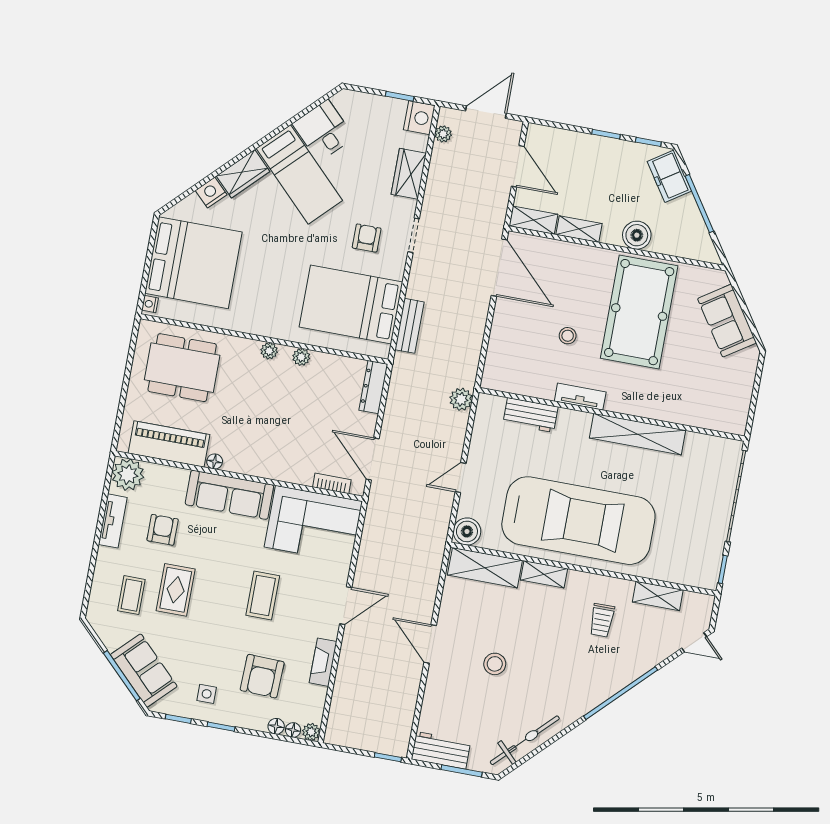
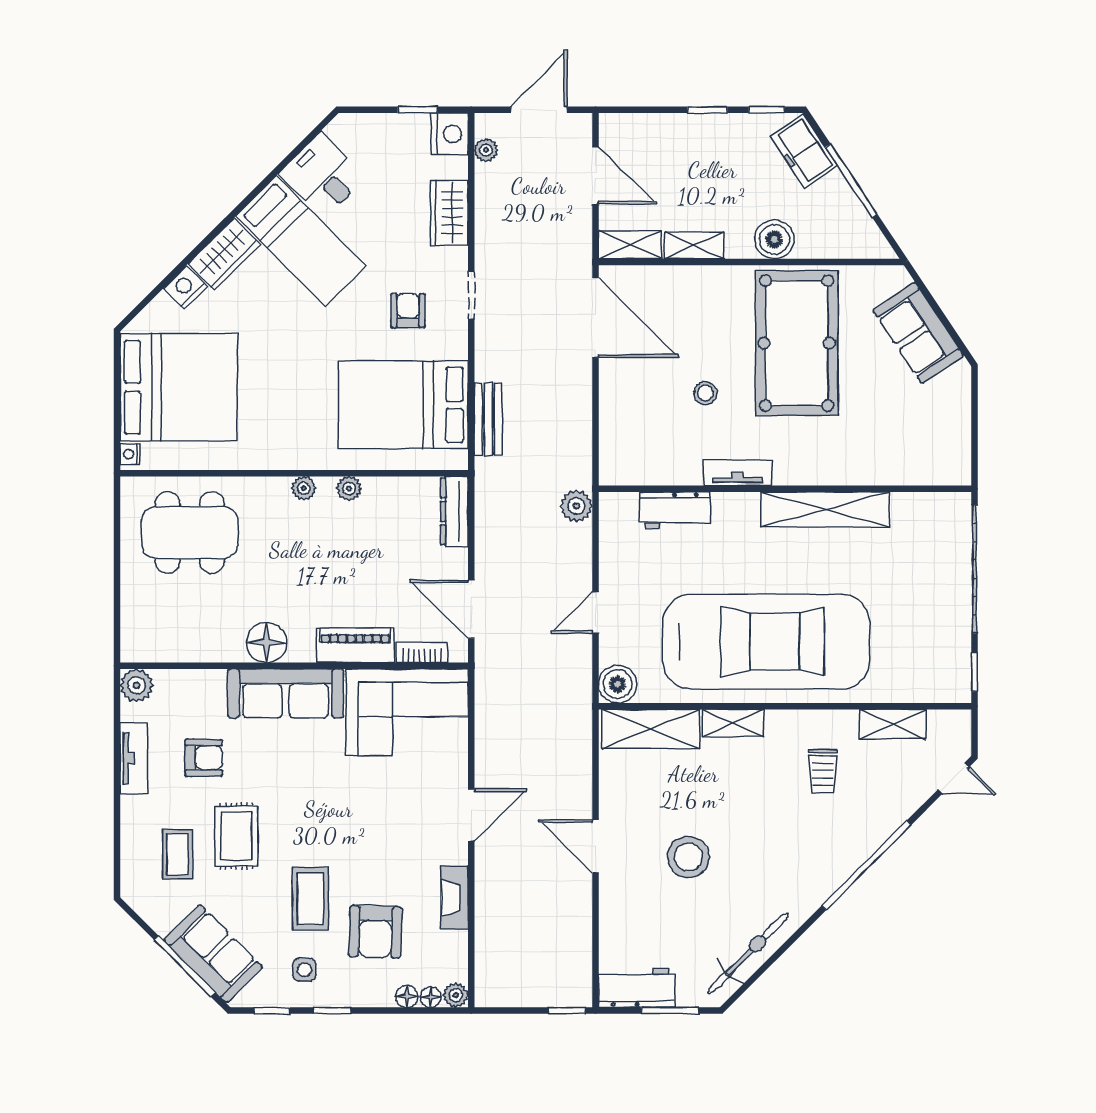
piano: (169, 444) -> (355, 645), moved, width x0.73, depth x0.75
floor lamp: (215, 461) -> (267, 643), width x1.89, depth x1.89
plant: (128, 475) -> (137, 685), width x0.73, depth x0.73
armchair: (163, 530) -> (204, 758), turned 90
coffee table: (263, 595) -> (310, 899), moved
stool: (495, 664) -> (688, 857), width x1.38, depth x1.38

